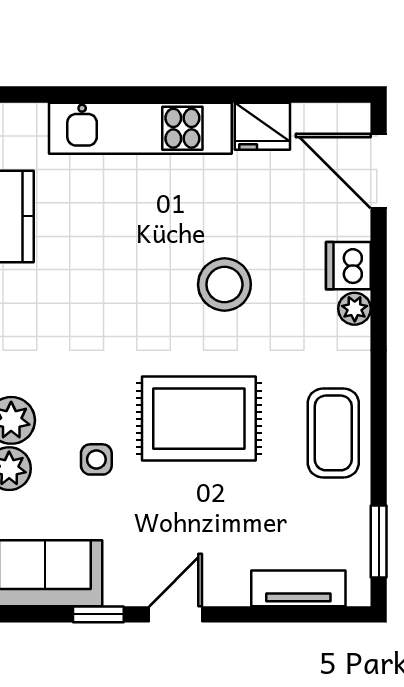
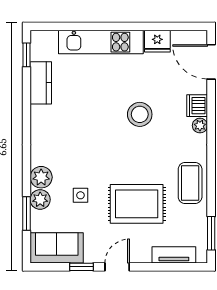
rug: (199, 419) -> (137, 204), moved

